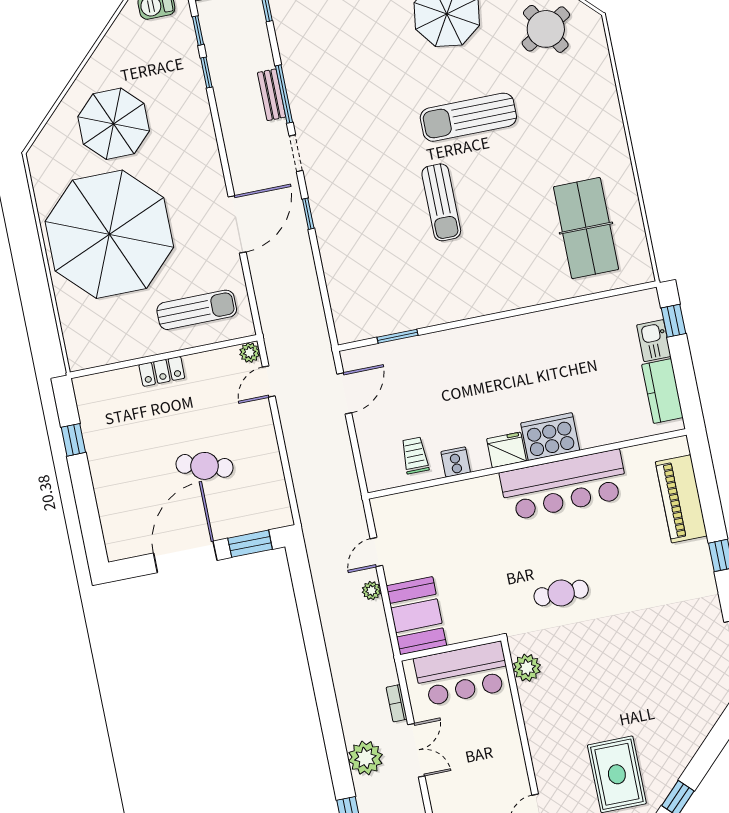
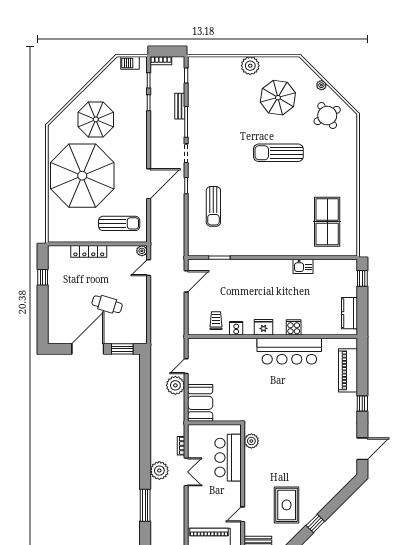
bench: (272, 95) -> (180, 106), moved
sun lounger: (441, 202) -> (213, 206), moved
kitchen sink: (654, 341) -> (303, 266), moved, turned -90
locker: (162, 371) -> (89, 251), width x1.53
cooker: (550, 437) -> (294, 327), width x0.53, depth x0.76
plant: (371, 591) -> (175, 385), width x1.87, depth x1.87
cafe table: (561, 593) -> (277, 406), removed
bar counter: (462, 674) -> (228, 458), moved, turned 90

